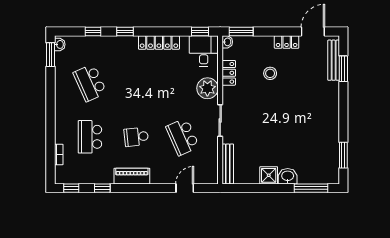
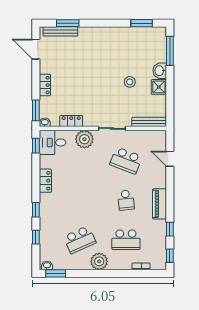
locker: (287, 42) -> (45, 85), moved
locker: (159, 43) -> (45, 181), width x0.66
stool: (270, 73) -> (130, 82), moved
plant: (65, 106) -> (99, 261), added
school desk: (183, 137) -> (126, 160), turned 45

